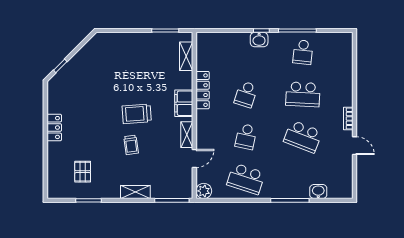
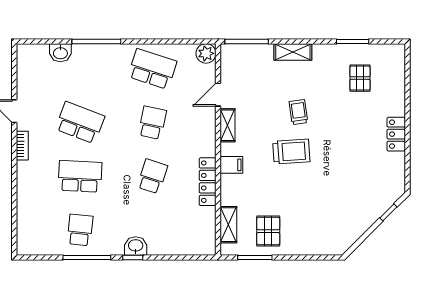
pallet: (155, 51) -> (268, 231), added
filing cabinet: (184, 103) -> (231, 165), width x0.50

